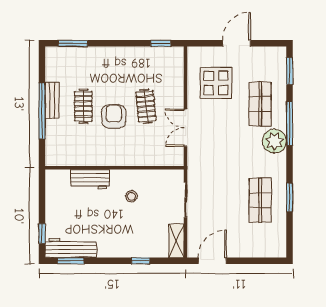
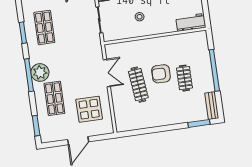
window: (161, 43) -> (134, 133), removed
bench: (52, 100) -> (212, 106), moved
clothes rail: (146, 106) -> (138, 85), width x1.36
armchair: (114, 116) -> (161, 74), turned 90
window: (290, 123) -> (29, 75), moved
workbench: (90, 179) -> (191, 22), moved

